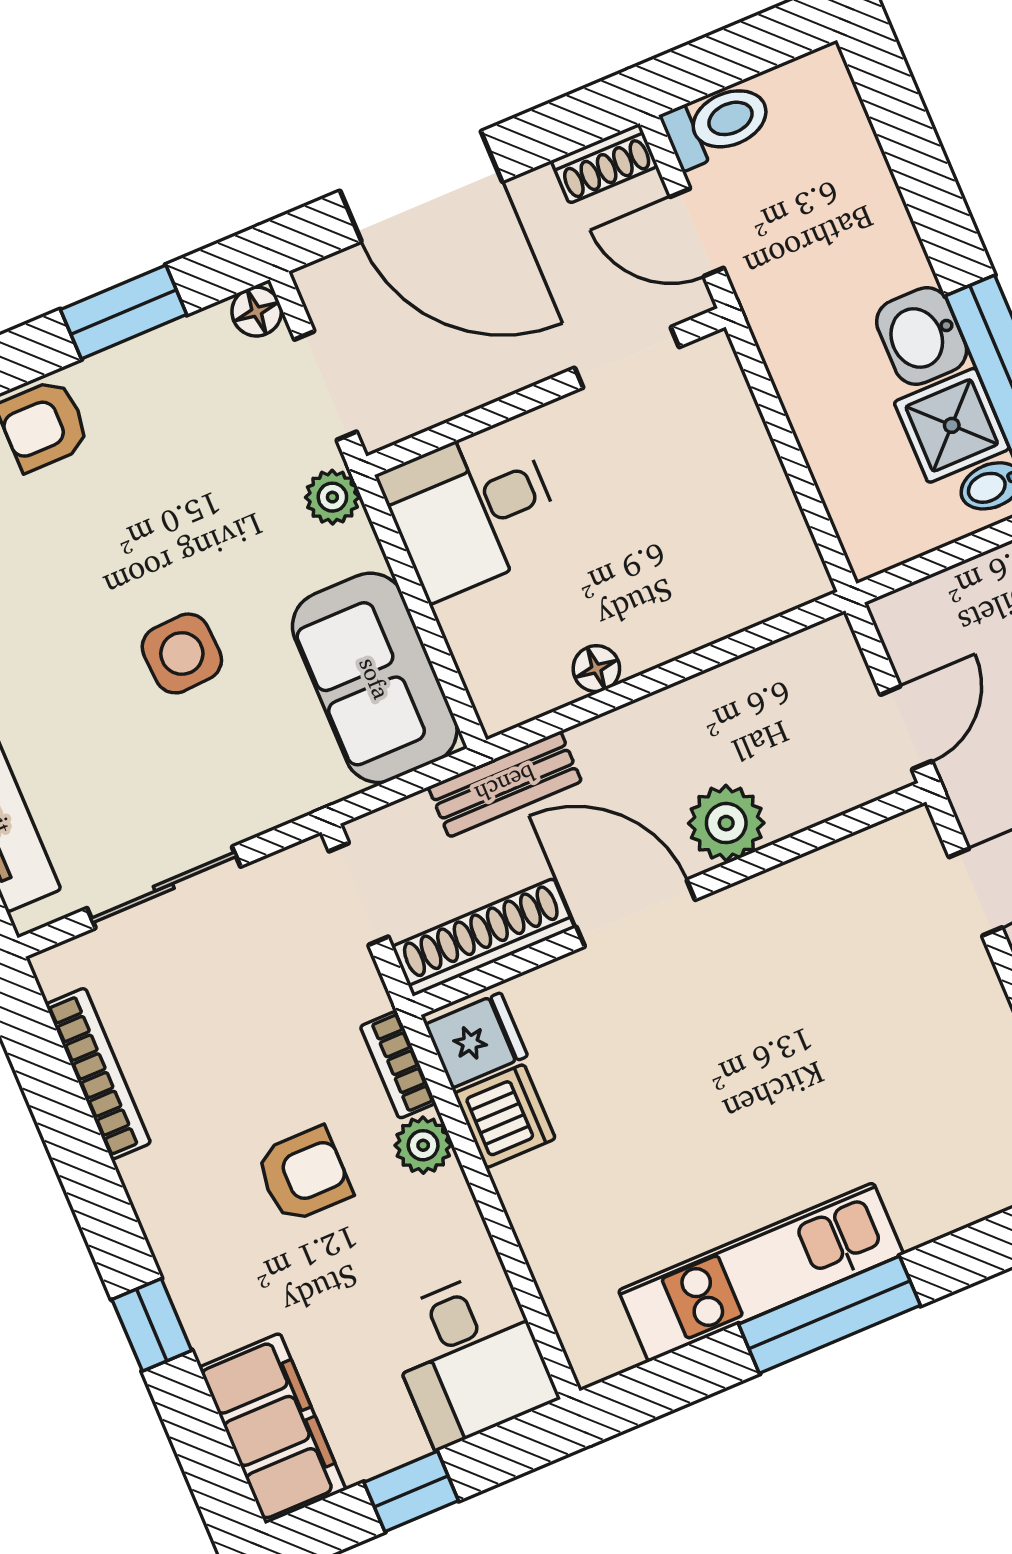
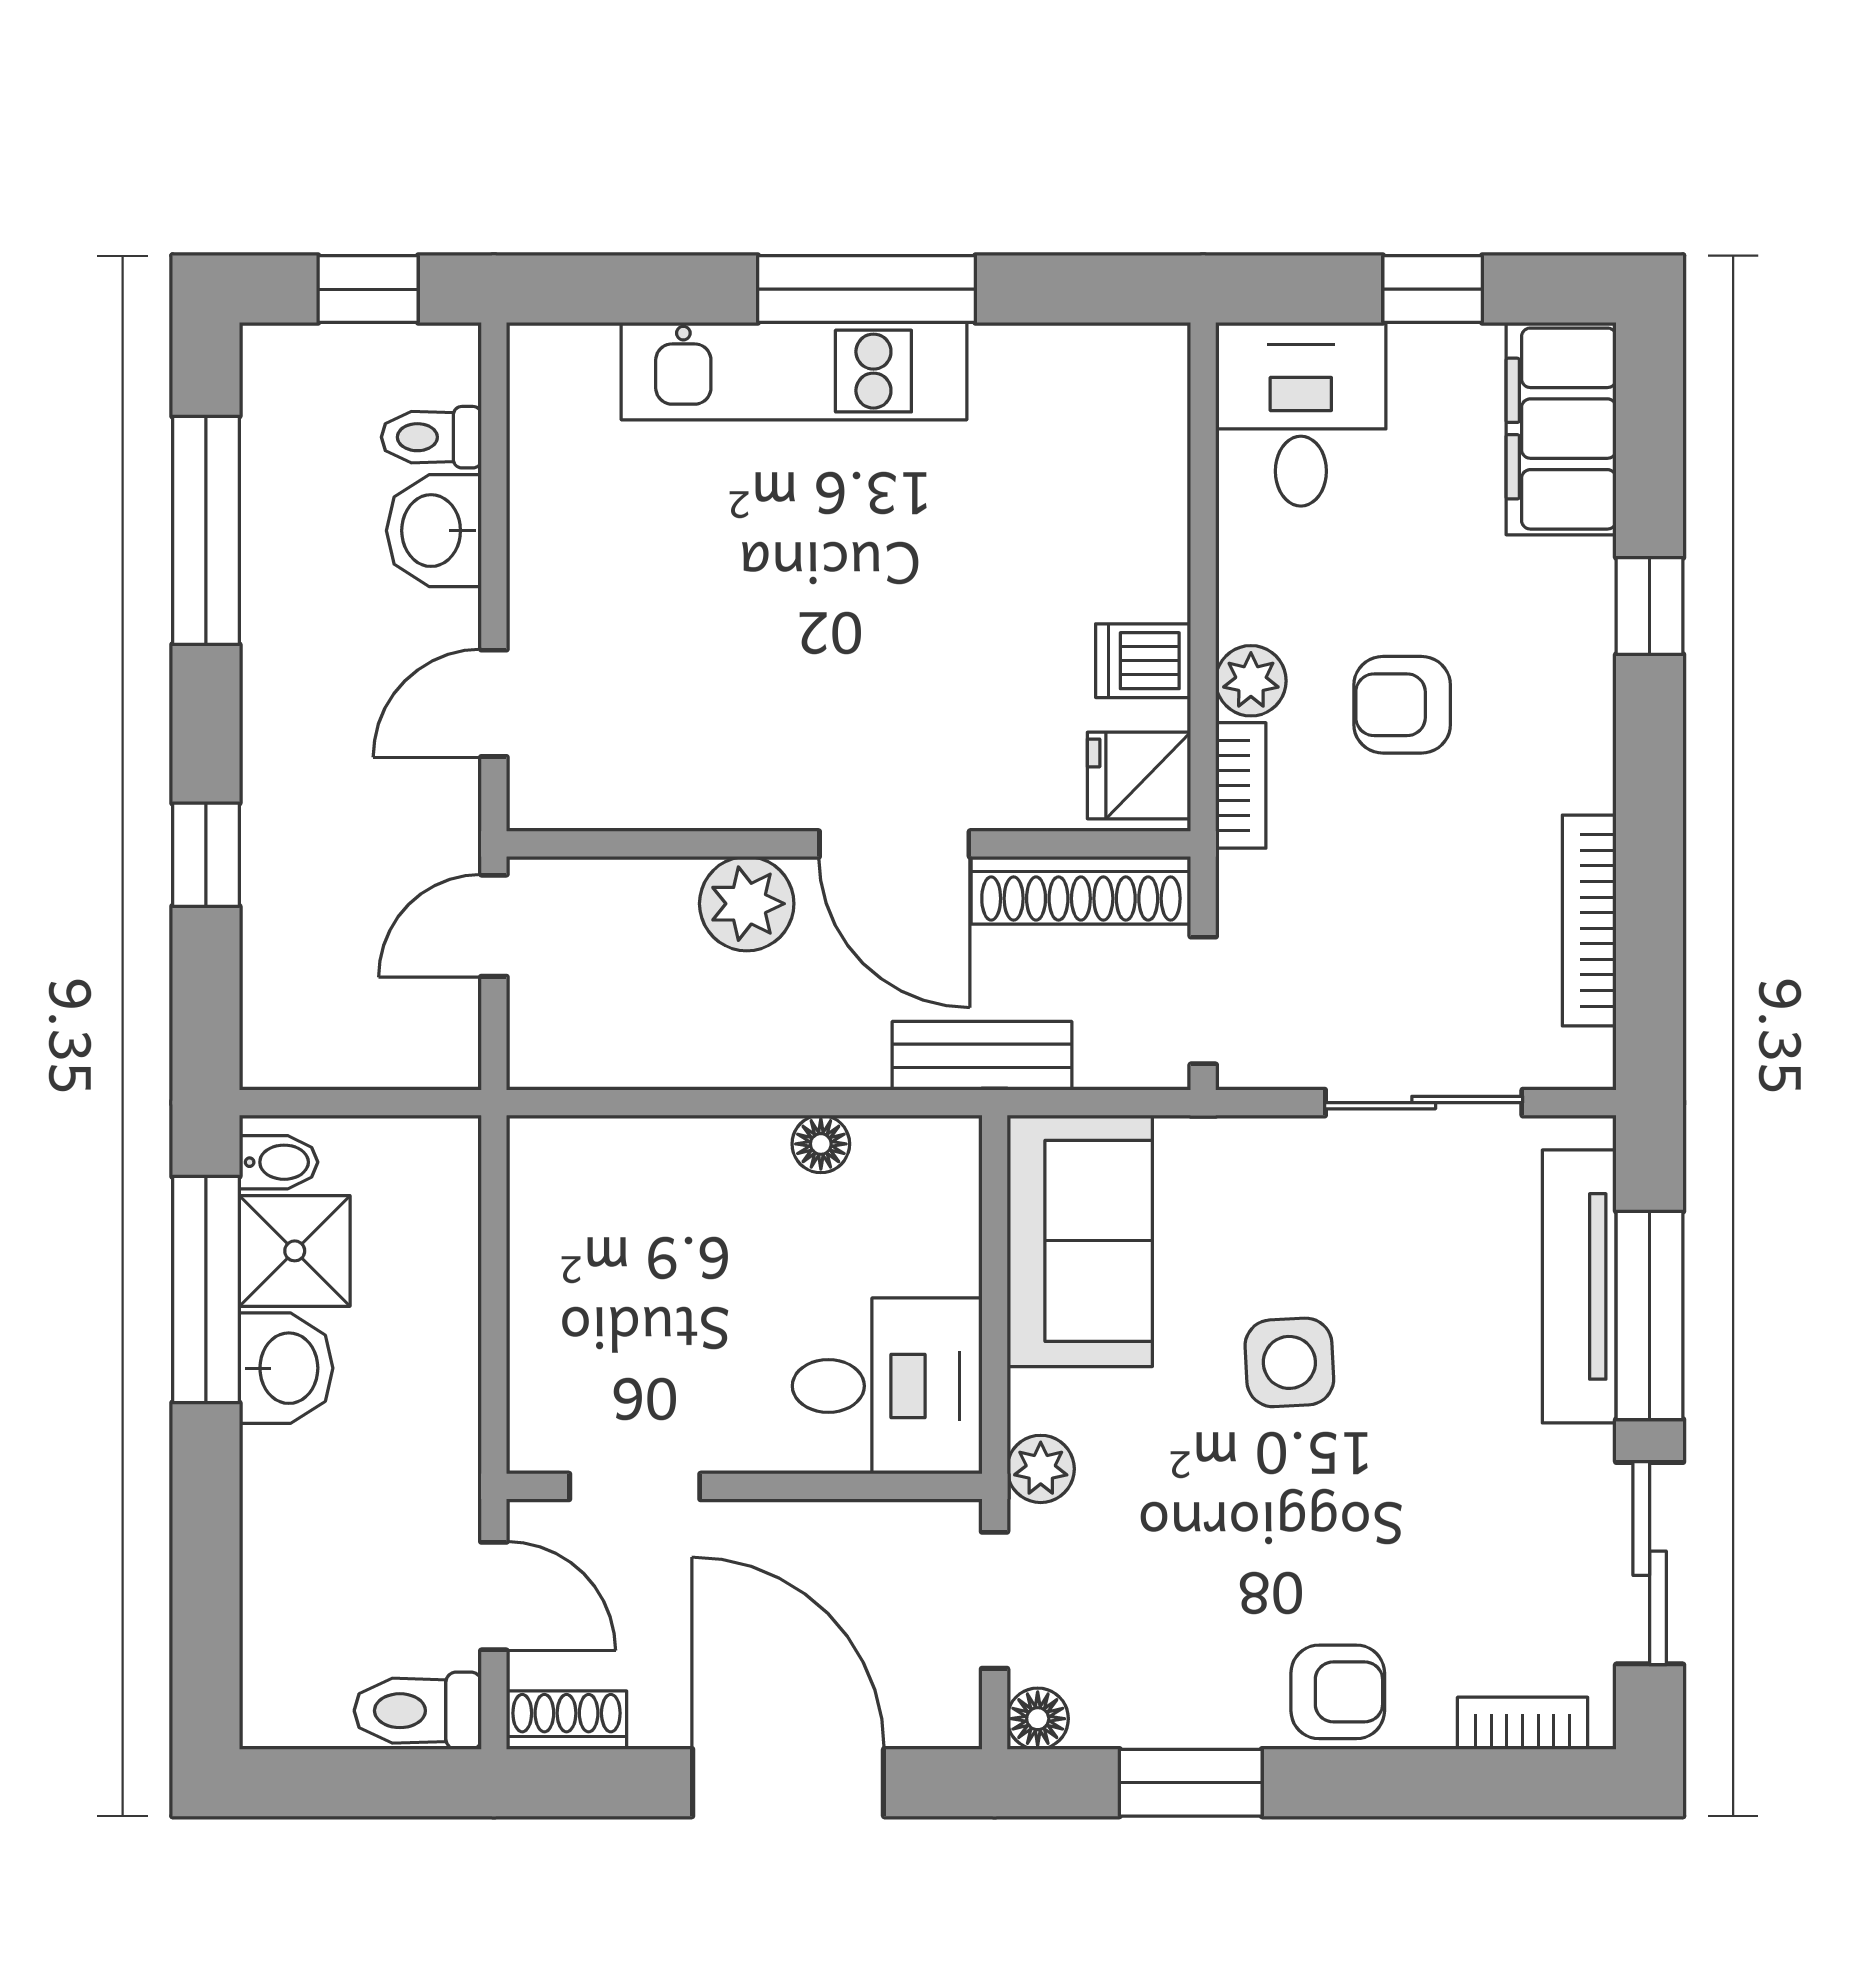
dishwasher: (505, 1116) -> (1143, 661), width x0.73
kitchen unit: (761, 1272) -> (794, 371), moved

